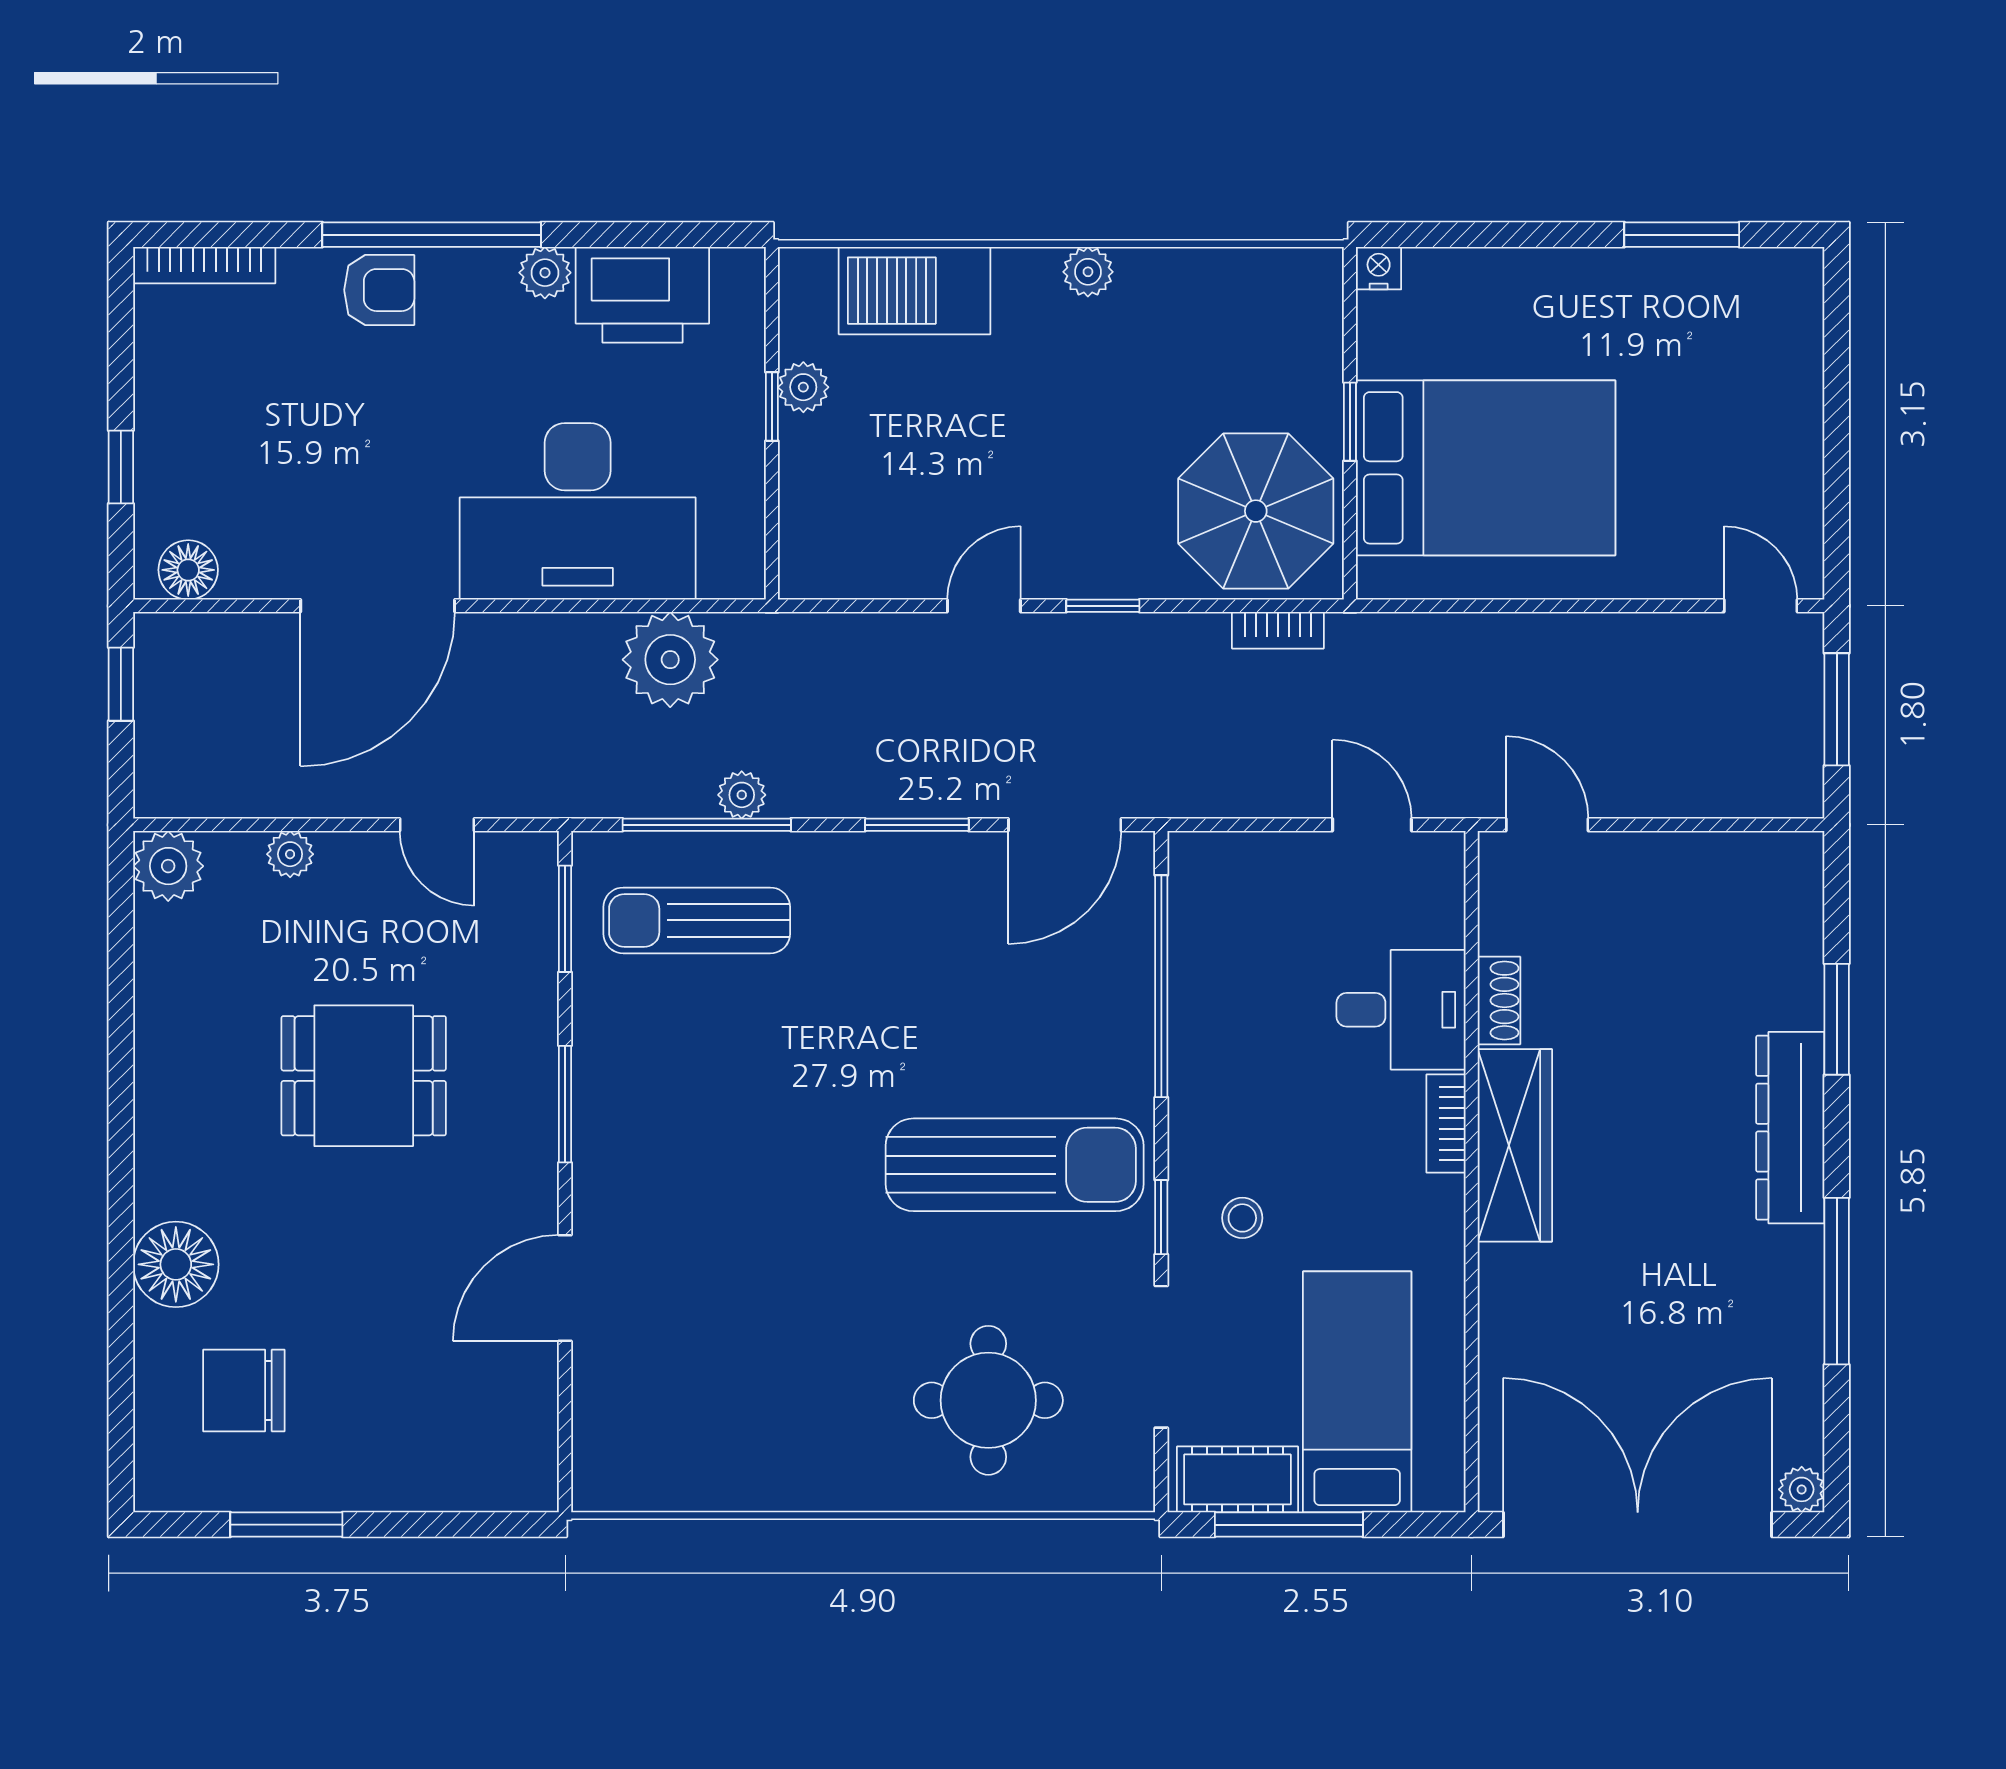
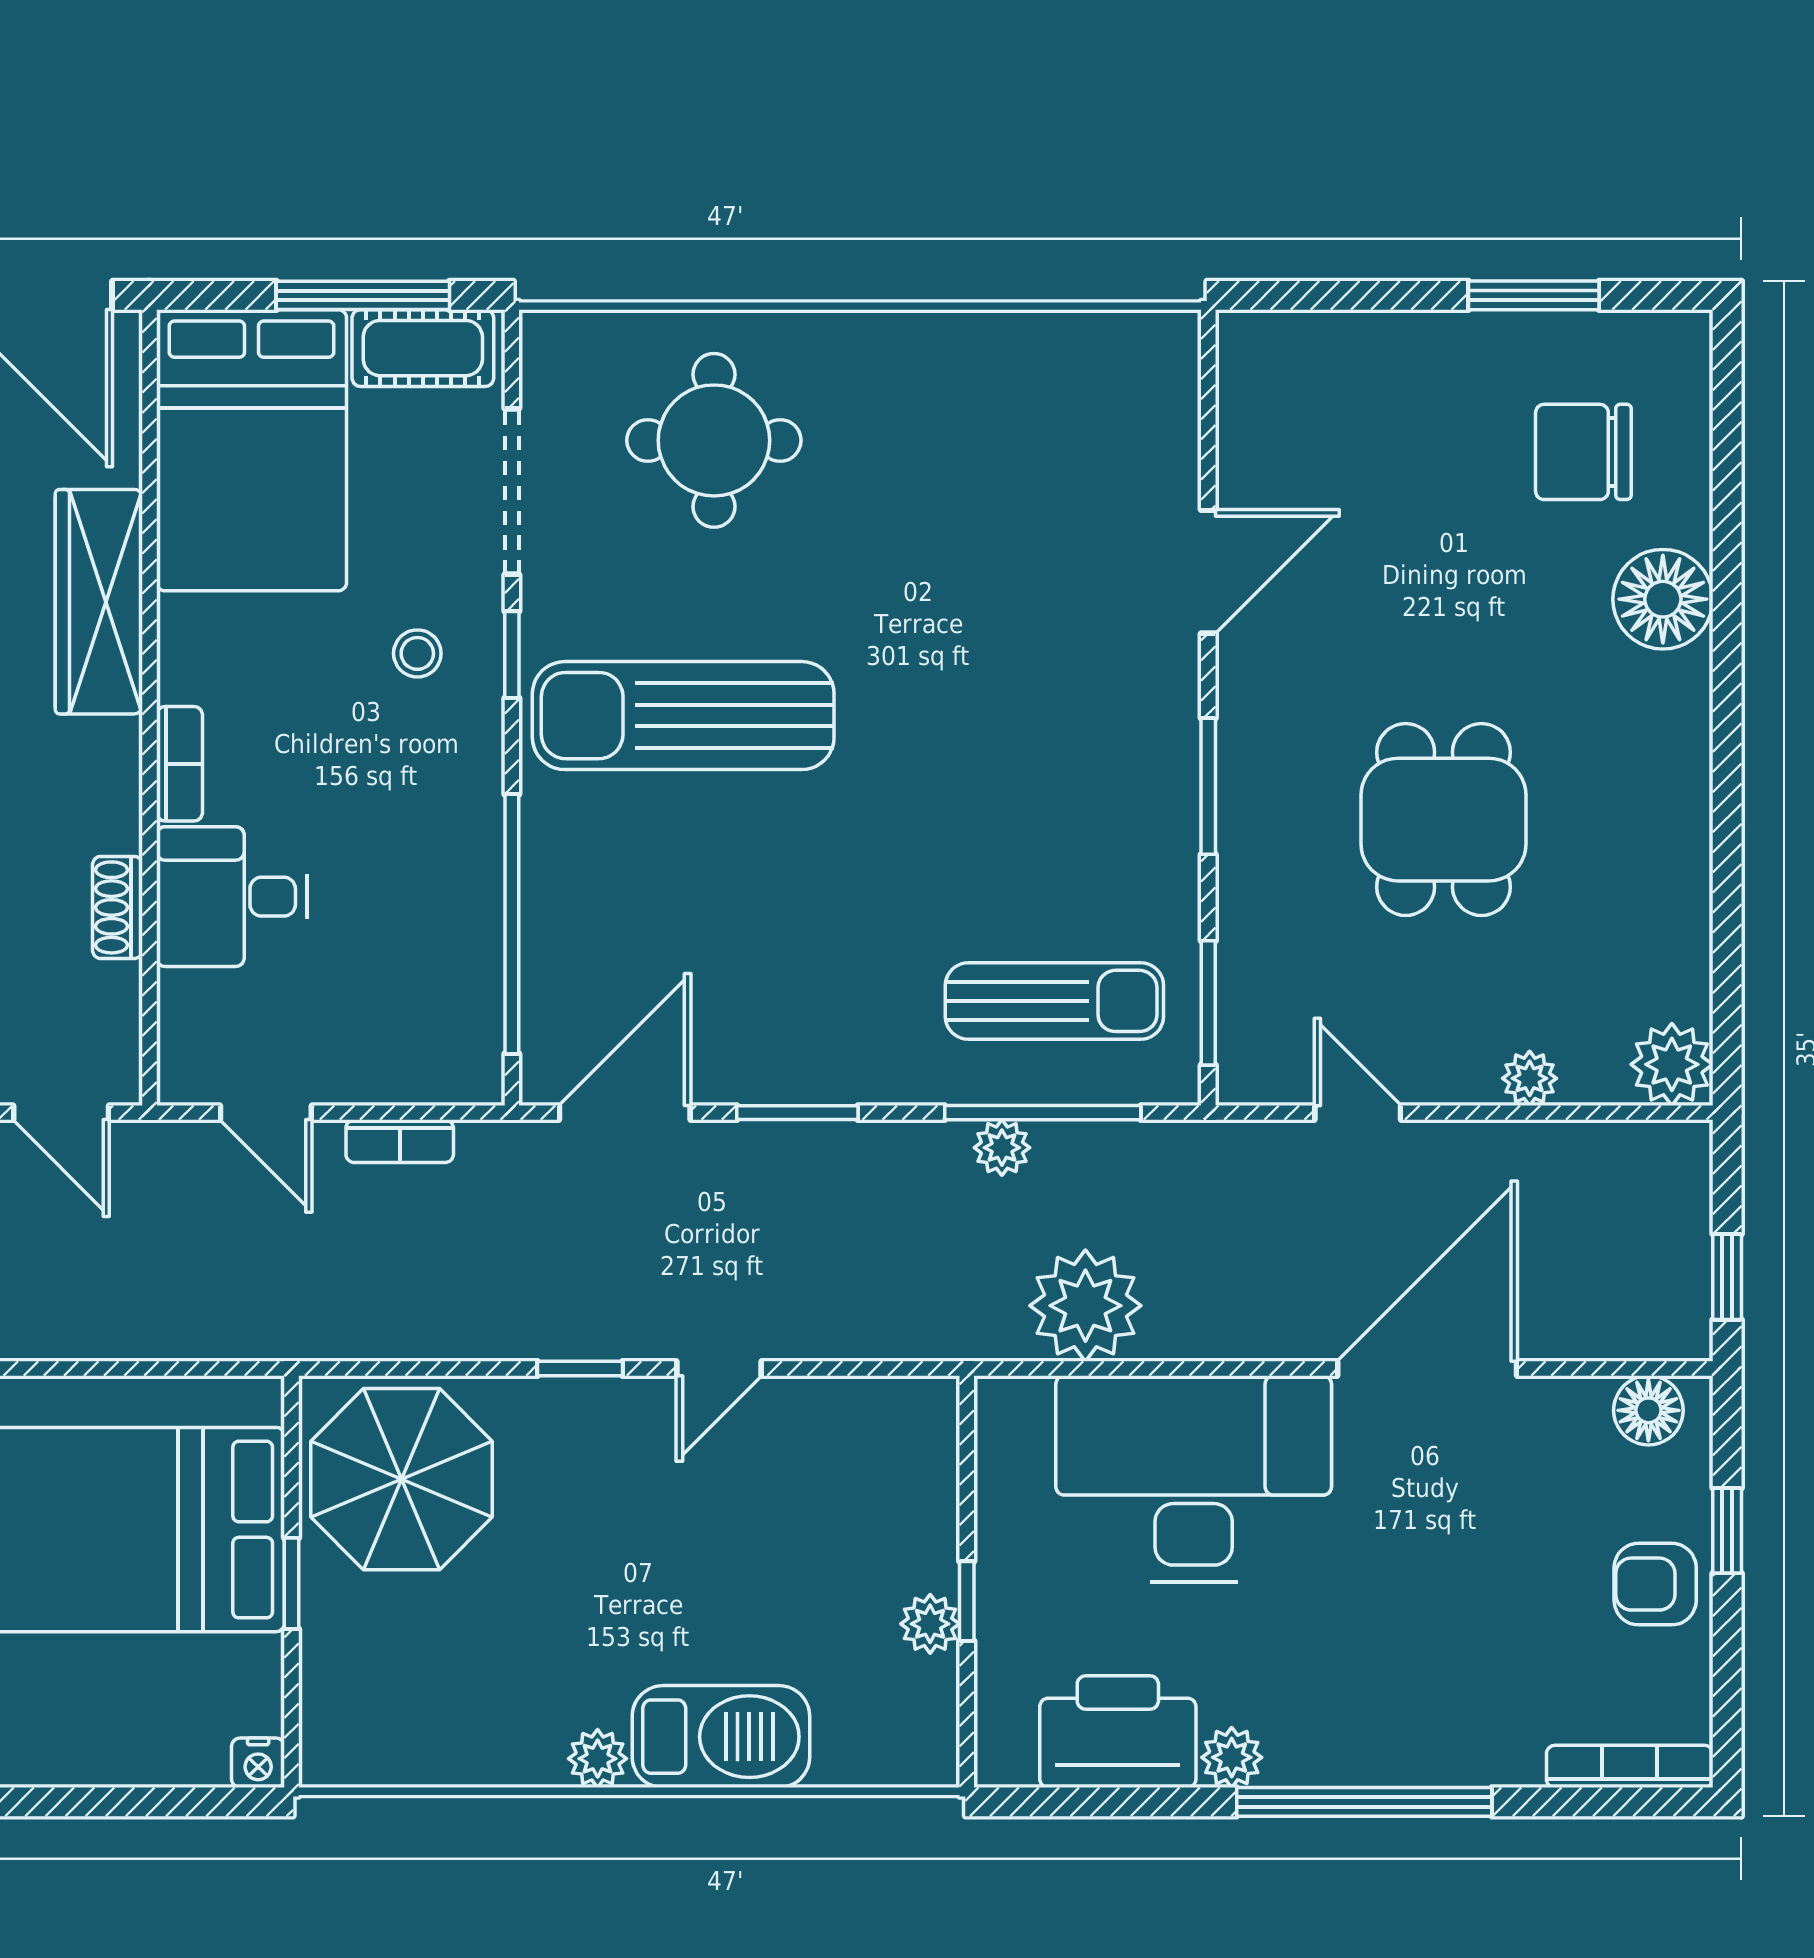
armchair: (379, 290) -> (1655, 1584), moved
barbecue: (915, 291) -> (721, 1737), moved
bookcase: (1278, 630) -> (400, 1141), moved, turned 180
dining table: (364, 1076) -> (1444, 820), turned 90
wardrobe: (1515, 1145) -> (99, 602), moved
chair: (244, 1391) -> (1583, 452), turned 180
bed: (1357, 1392) -> (251, 450), width x1.50

